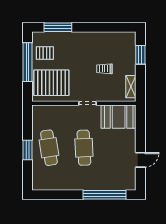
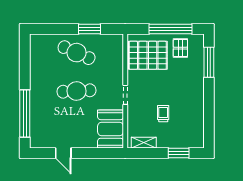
pallet: (51, 83) -> (148, 55), turned 90
cafe table: (49, 148) -> (77, 53), turned 33
window: (28, 150) -> (89, 29), moved

